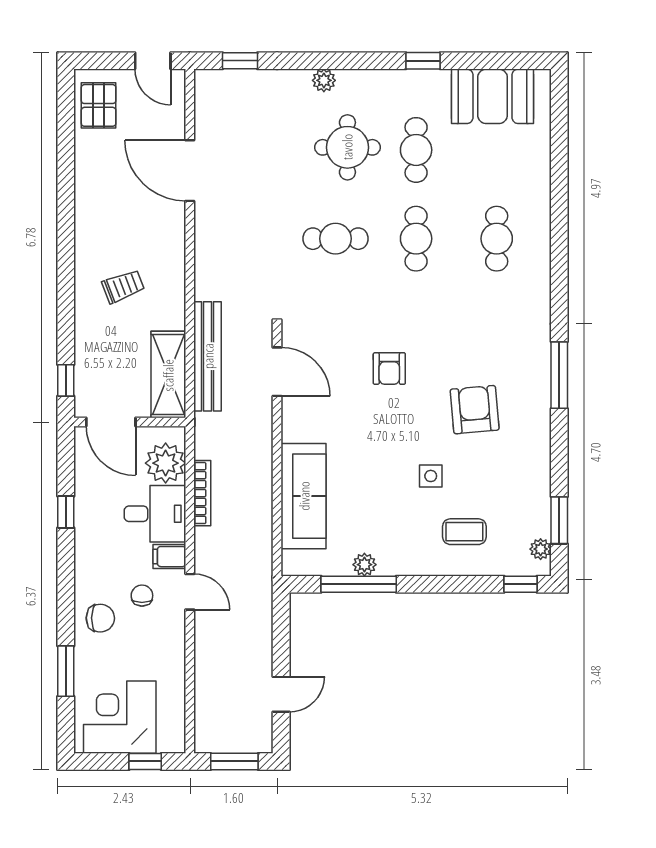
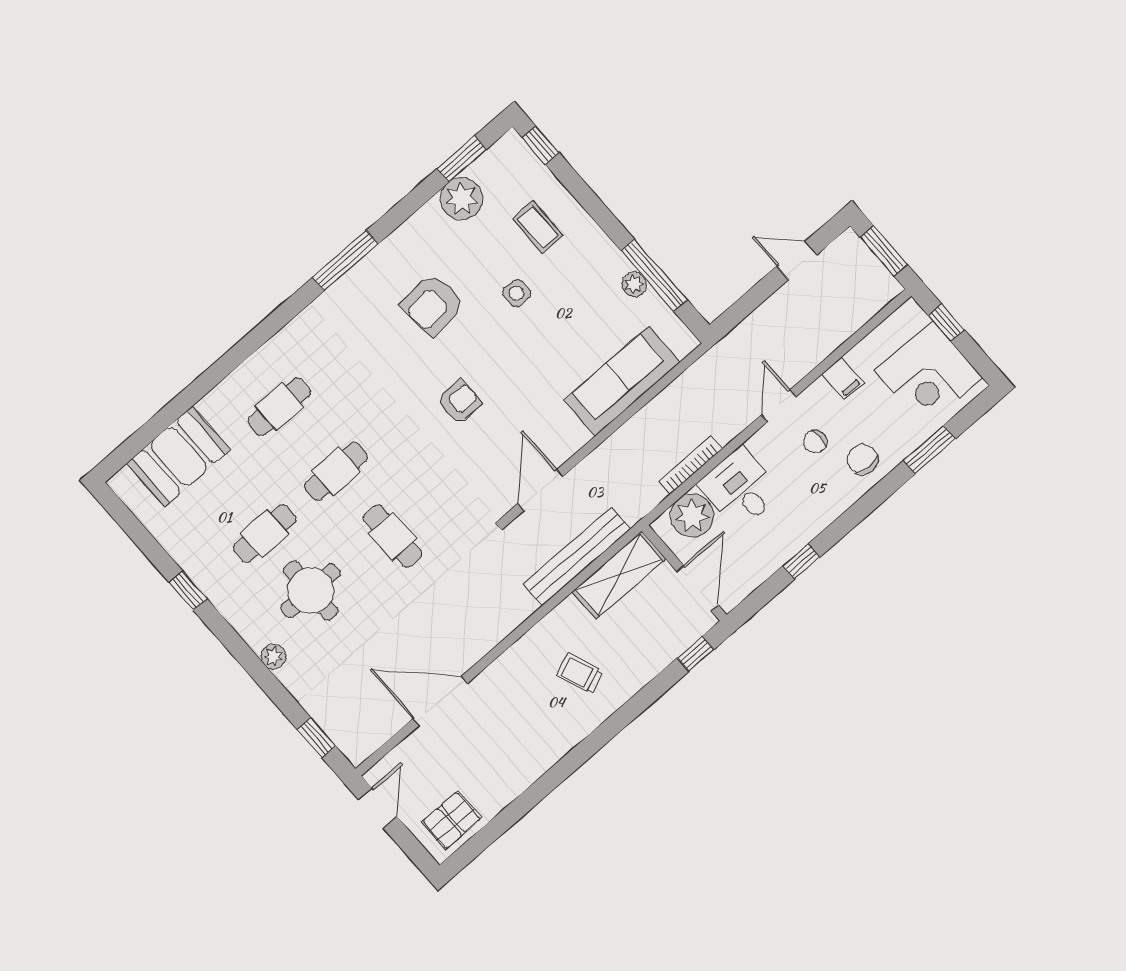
booth: (493, 96) -> (179, 456), moved, turned 90
door: (190, 171) -> (440, 701), swing flipped
plant: (541, 549) -> (462, 199), moved, width x1.87, depth x1.87
filing cabinet: (169, 557) -> (843, 378), moved

